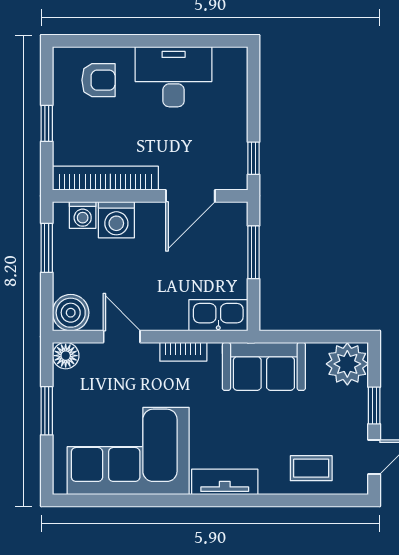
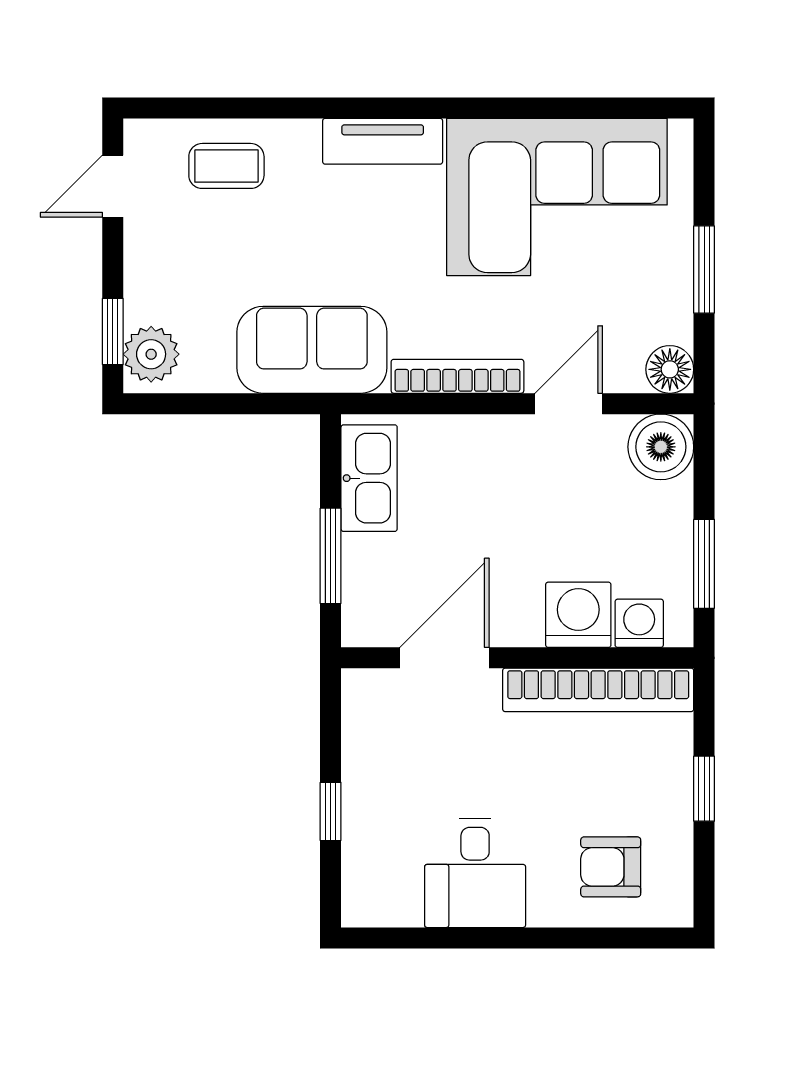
desk: (174, 77) -> (475, 873), width x0.73
window: (253, 158) -> (331, 811), moved
kitchen sink: (218, 315) -> (369, 478), moved, turned -90
door: (122, 337) -> (569, 404), swing flipped
bookcase: (183, 352) -> (457, 376), width x1.56
plant: (347, 364) -> (151, 354), width x0.73, depth x0.73
window: (374, 405) -> (113, 332), moved

